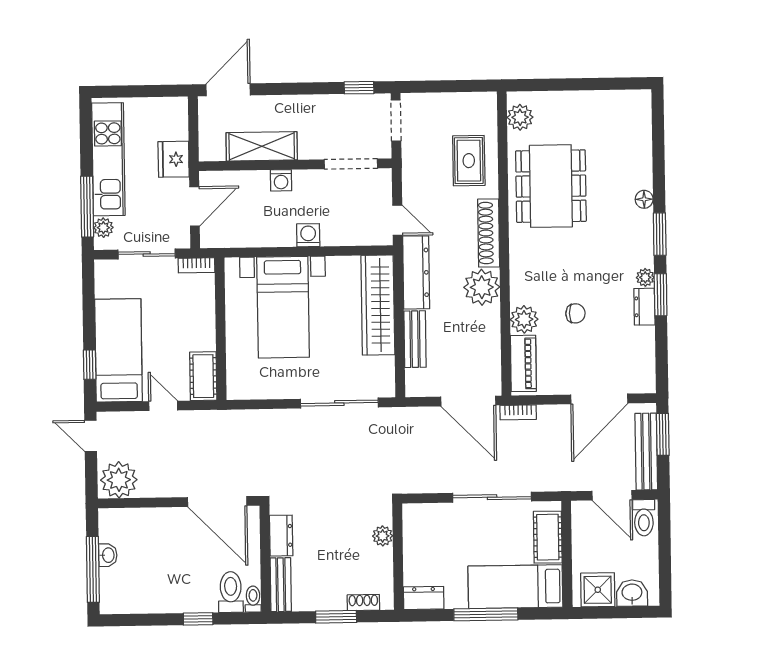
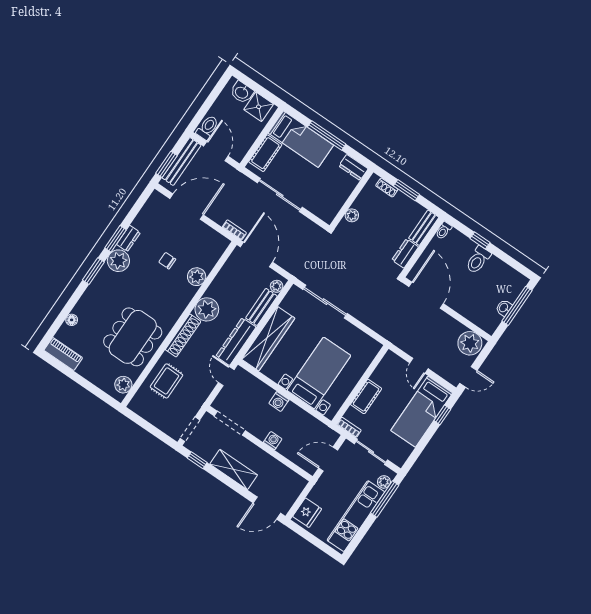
shelving: (262, 146) -> (234, 469), moved
fridge: (174, 159) -> (307, 513), moved
floor lamp: (644, 199) -> (72, 320), moved
plant: (645, 277) -> (118, 261), width x1.88, depth x1.88
piano: (523, 363) -> (63, 354), moved, turned 90
cot: (203, 376) -> (366, 397), moved
plant: (414, 379) -> (277, 286), added
door: (91, 436) -> (468, 377), hinge flipped
toilet: (231, 592) -> (478, 260), moved

